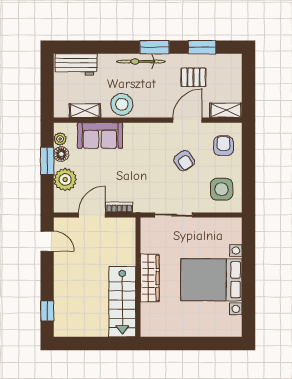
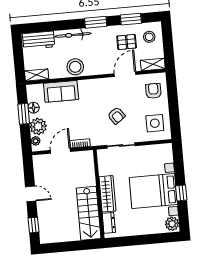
bicycle: (141, 62) -> (73, 35), moved
stool: (224, 73) -> (149, 37), added
shelving: (85, 111) -> (37, 75), moved
plant: (60, 139) -> (36, 141), moved
armchair: (184, 161) -> (116, 116), moved
door: (47, 241) -> (31, 194), moved
window: (249, 286) -> (181, 193), added
dresser: (148, 317) -> (109, 223), added
plant: (233, 326) -> (172, 224), added

